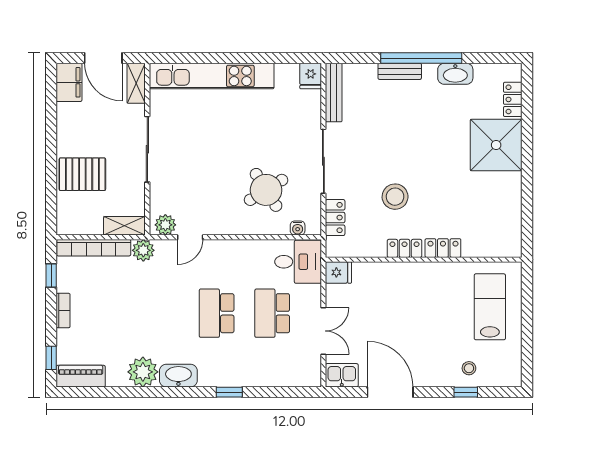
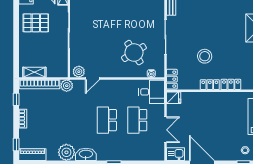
pallet: (82, 174) -> (36, 23), moved
locker: (335, 218) -> (172, 79), moved
shelving: (124, 226) -> (34, 72), moved

